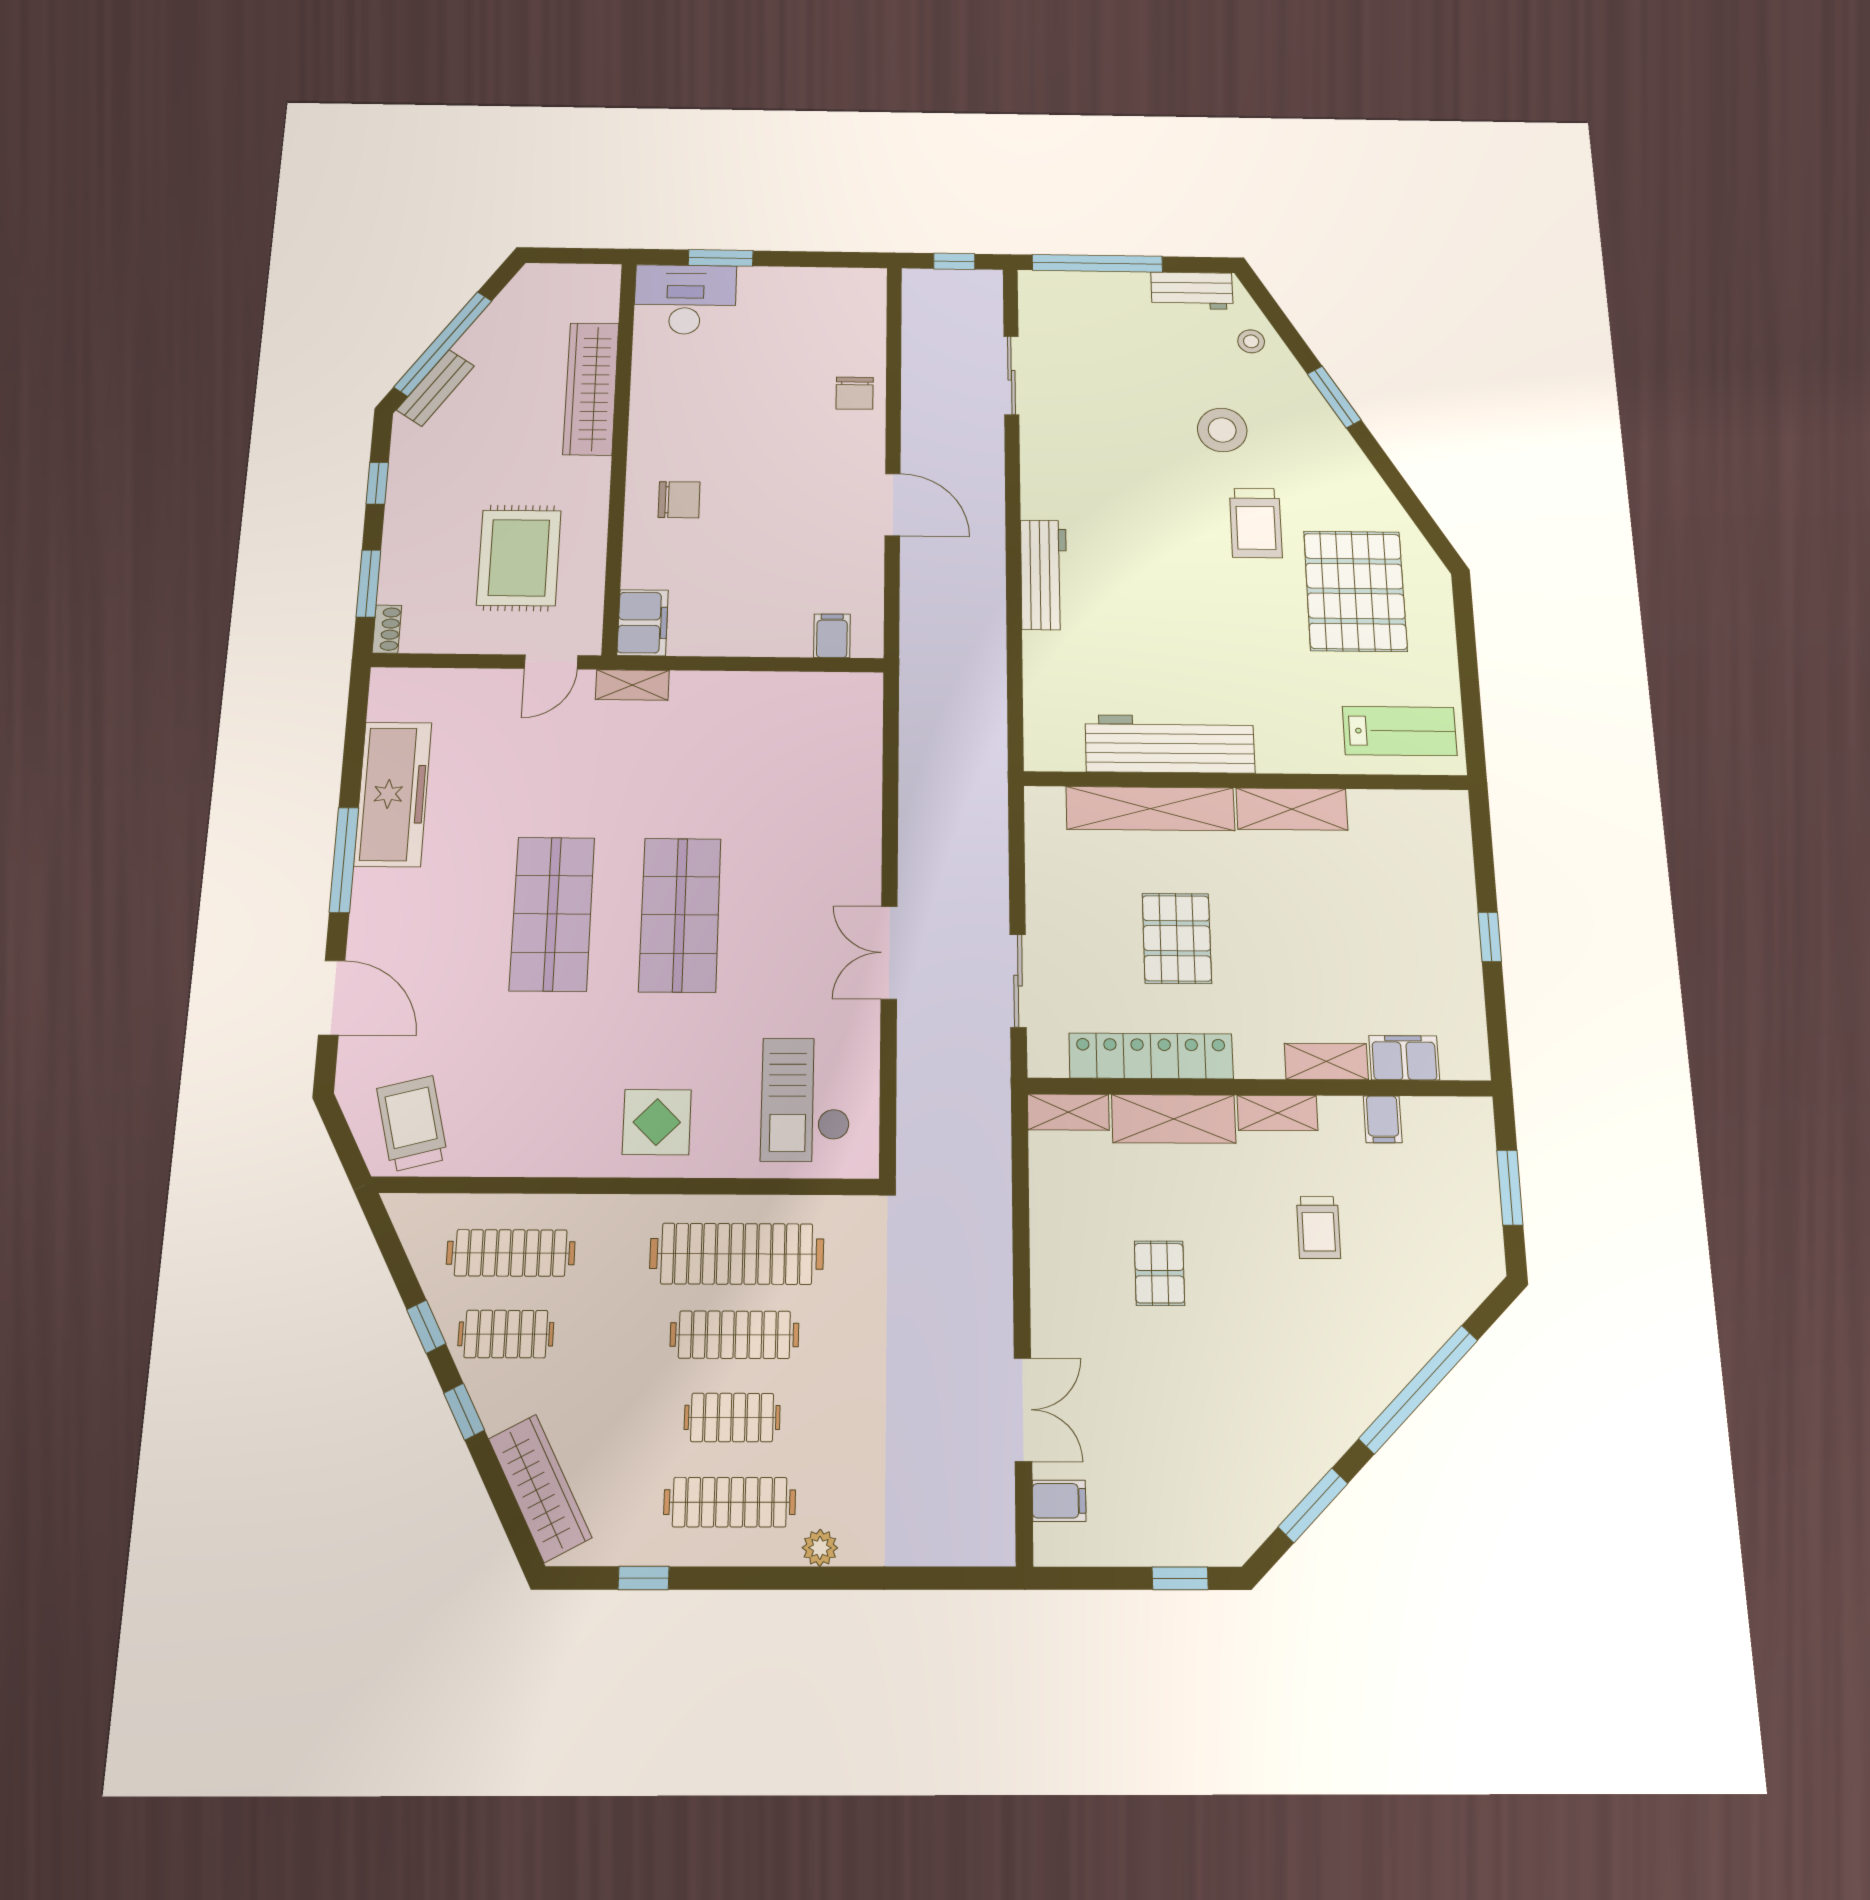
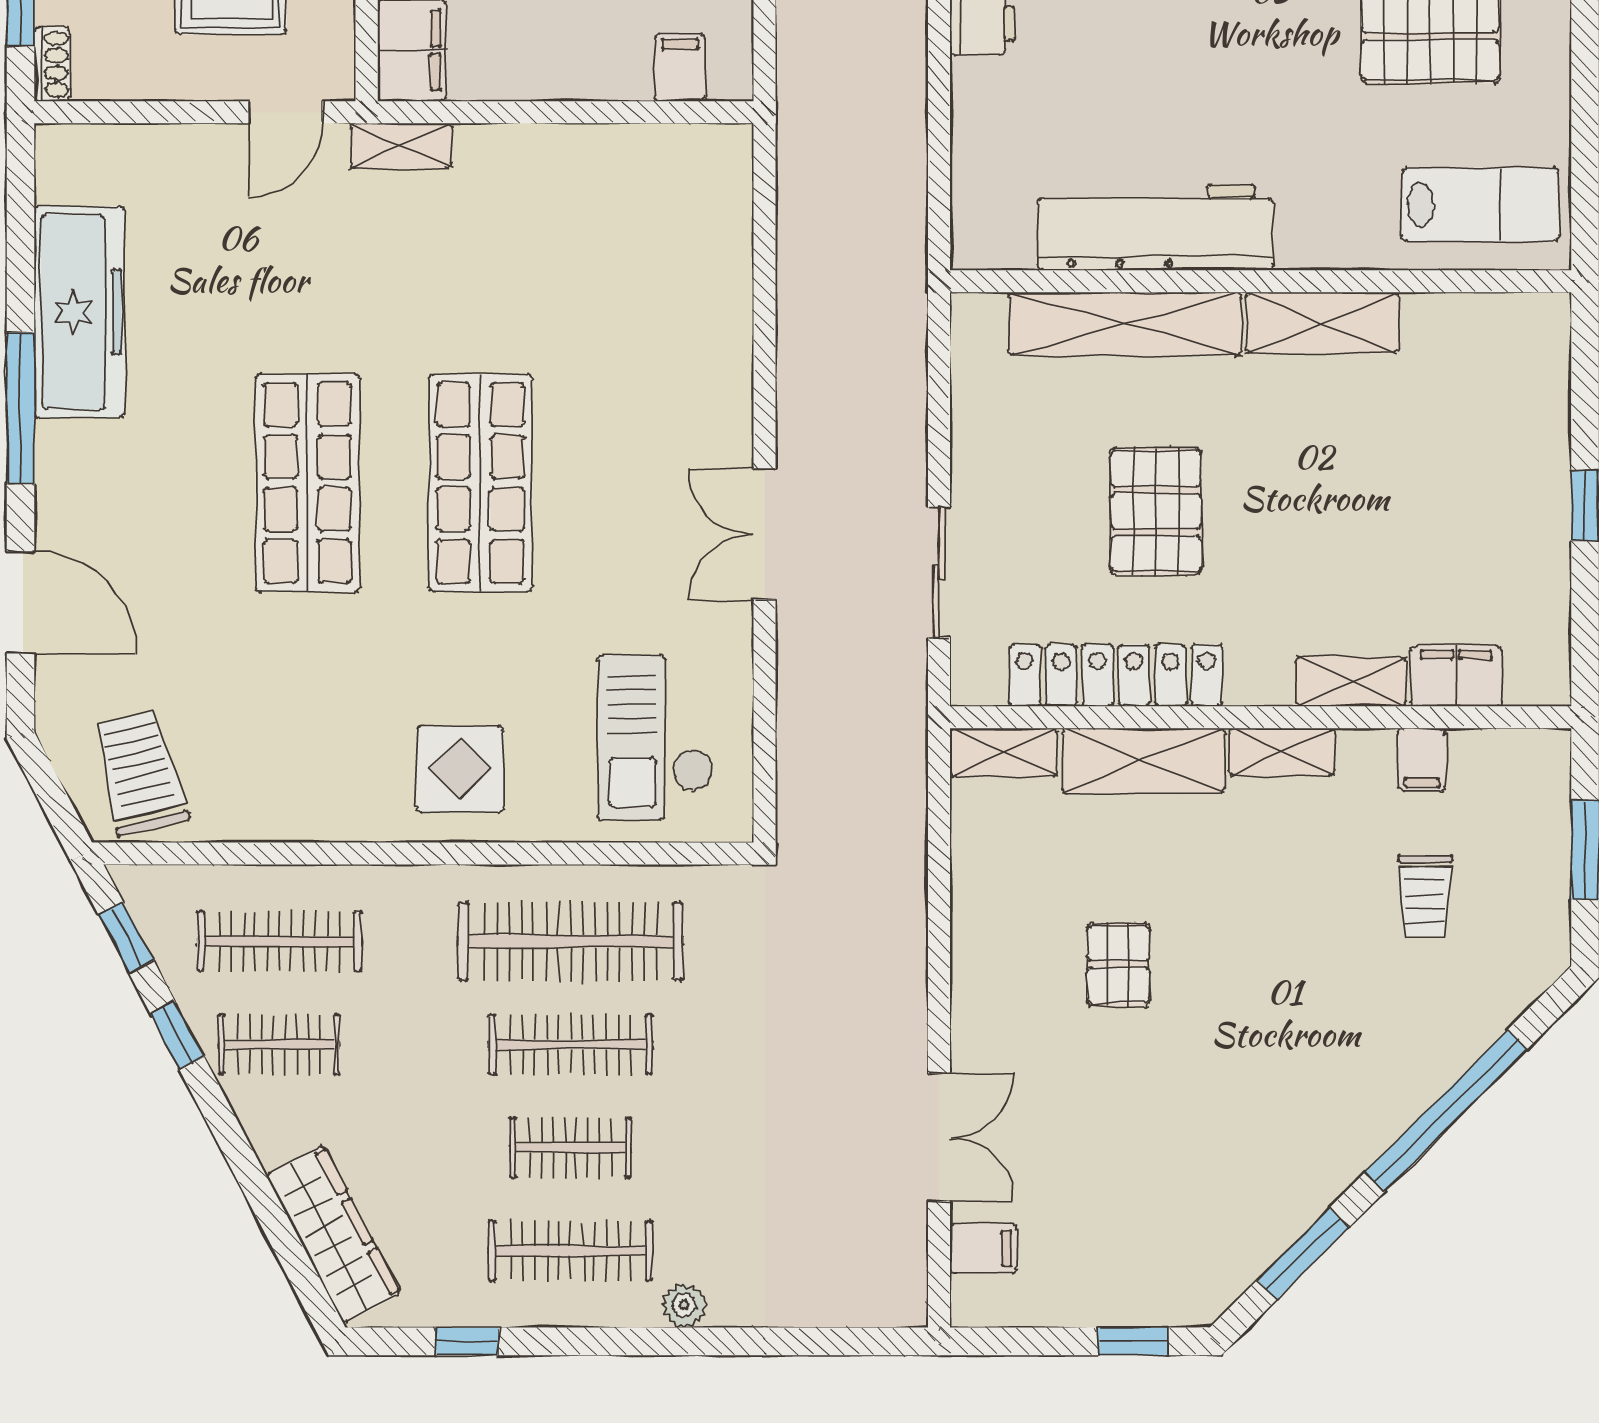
trolley: (1318, 1227) -> (1425, 896), moved
window: (464, 1412) -> (126, 938), moved

